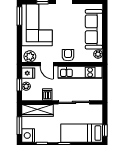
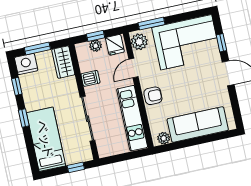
window: (19, 16) -> (152, 24), moved
wardrobe: (38, 110) -> (63, 62), width x0.67
window: (105, 130) -> (76, 167), moved

